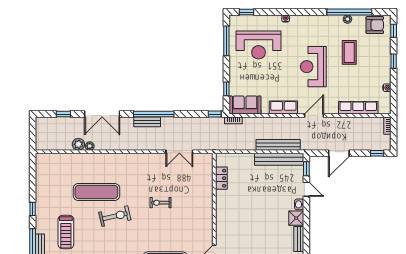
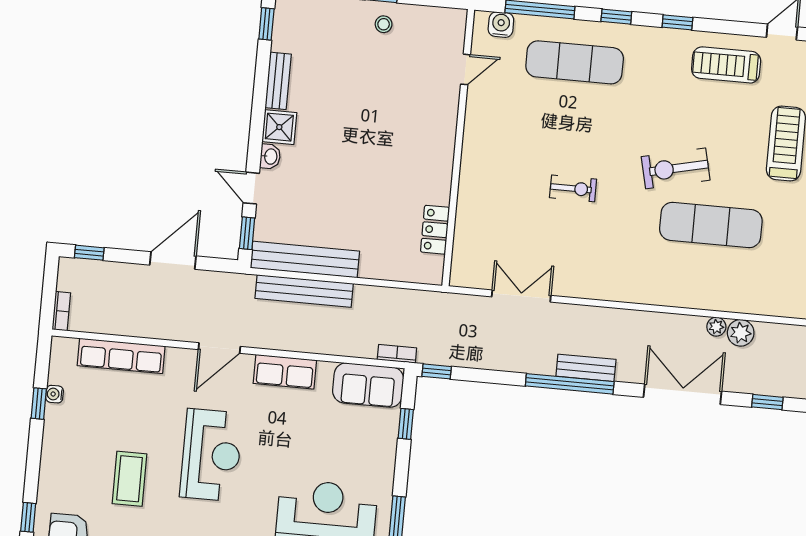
window: (394, 61) -> (39, 404), moved

